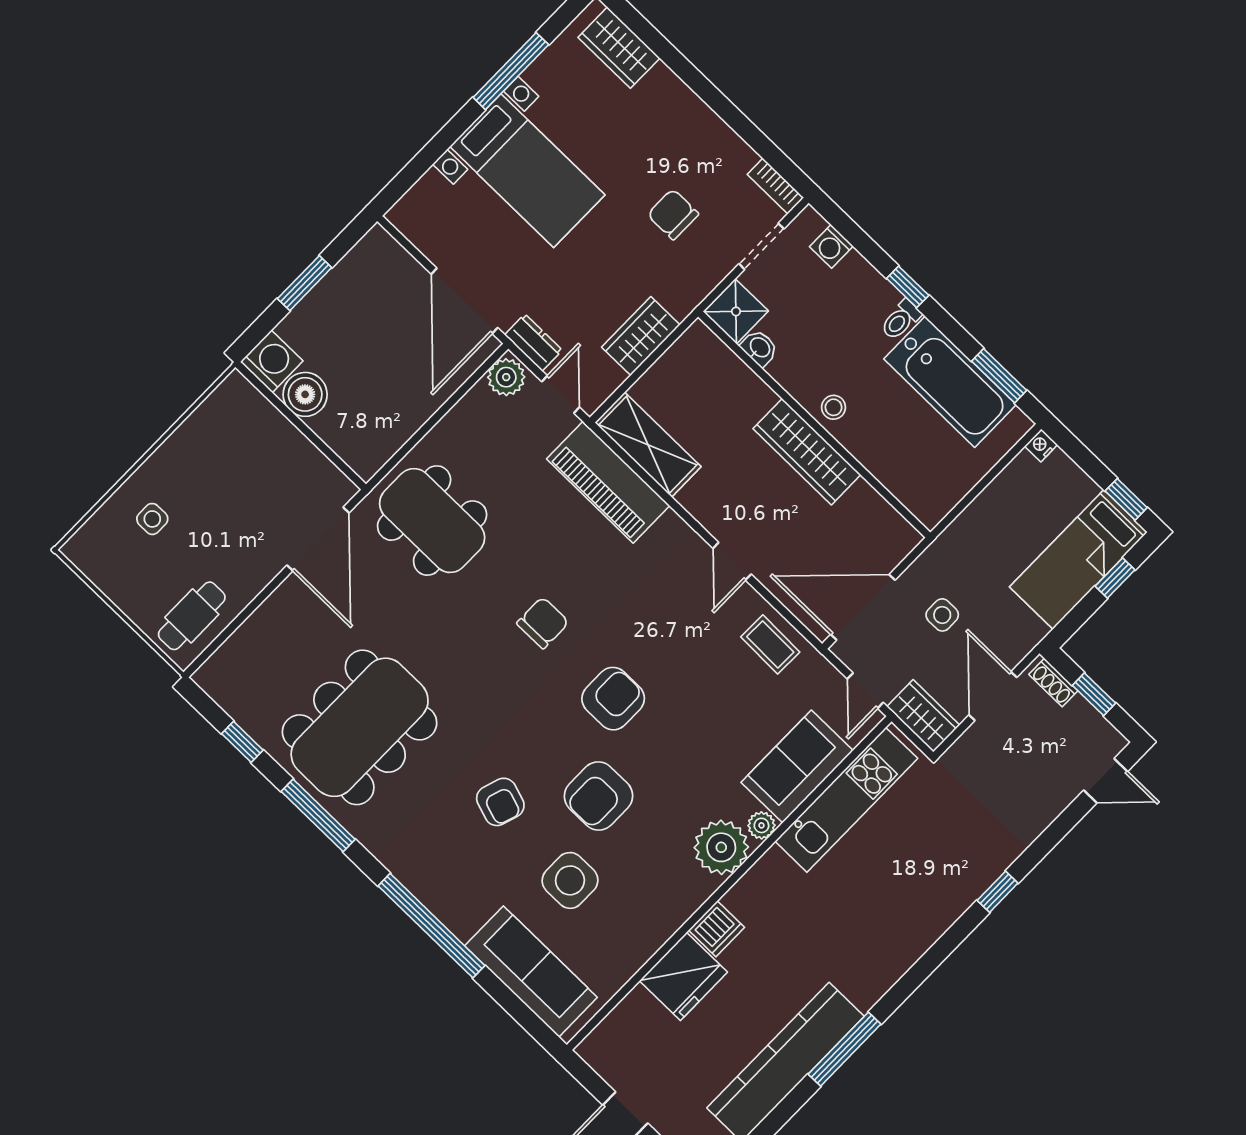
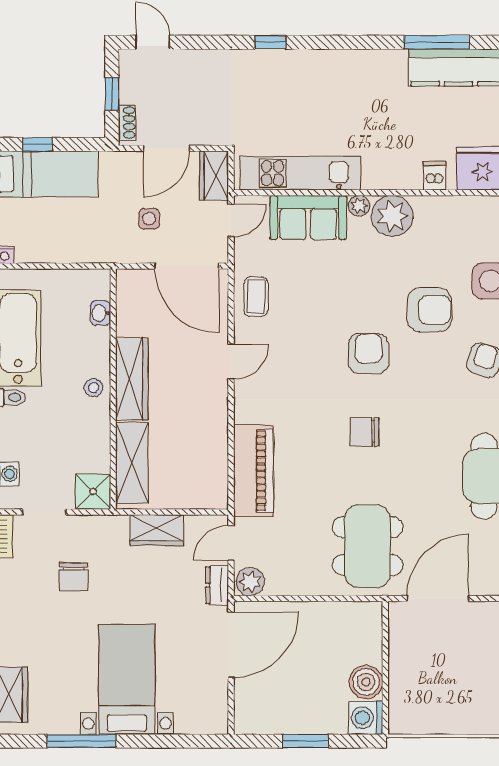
washbasin: (759, 348) -> (100, 313), moved
shelving: (648, 445) -> (132, 463), moved
armchair: (613, 699) -> (369, 354), turned 90
dishwasher: (717, 929) -> (435, 175), width x0.73

